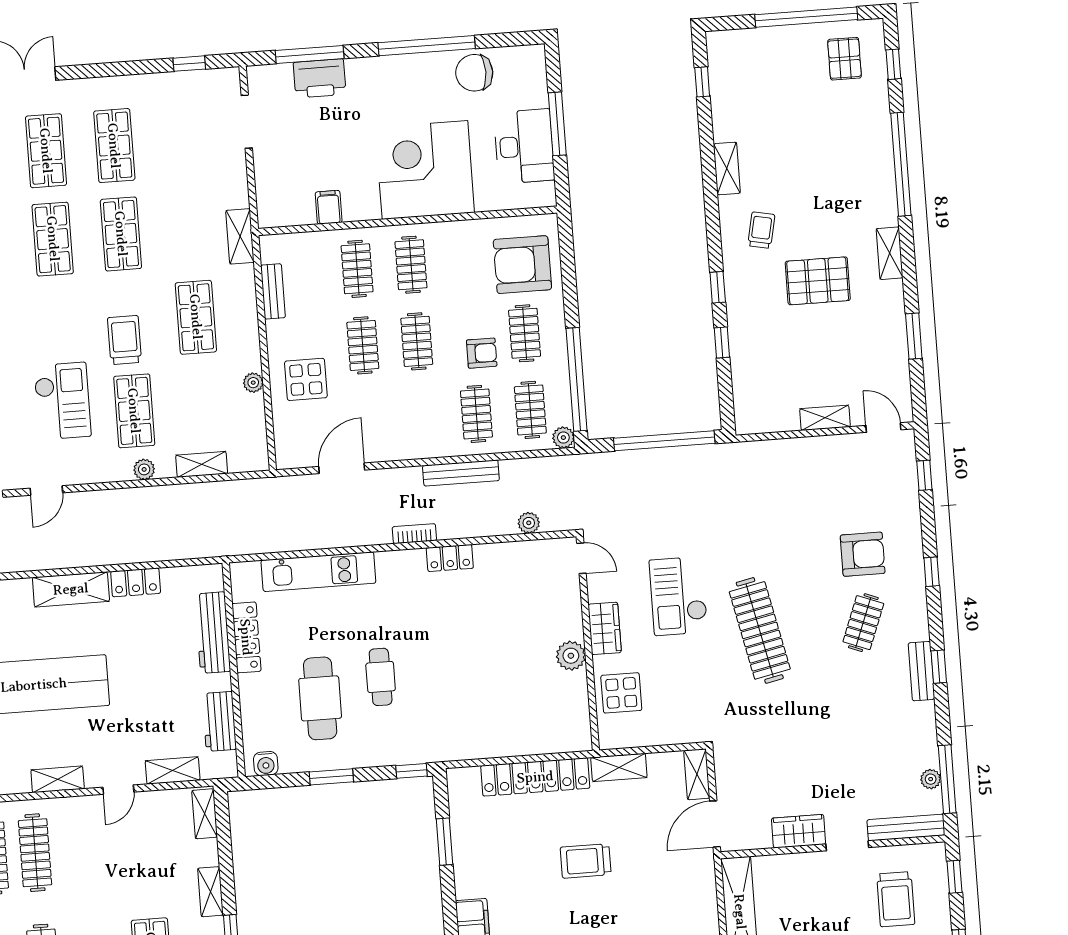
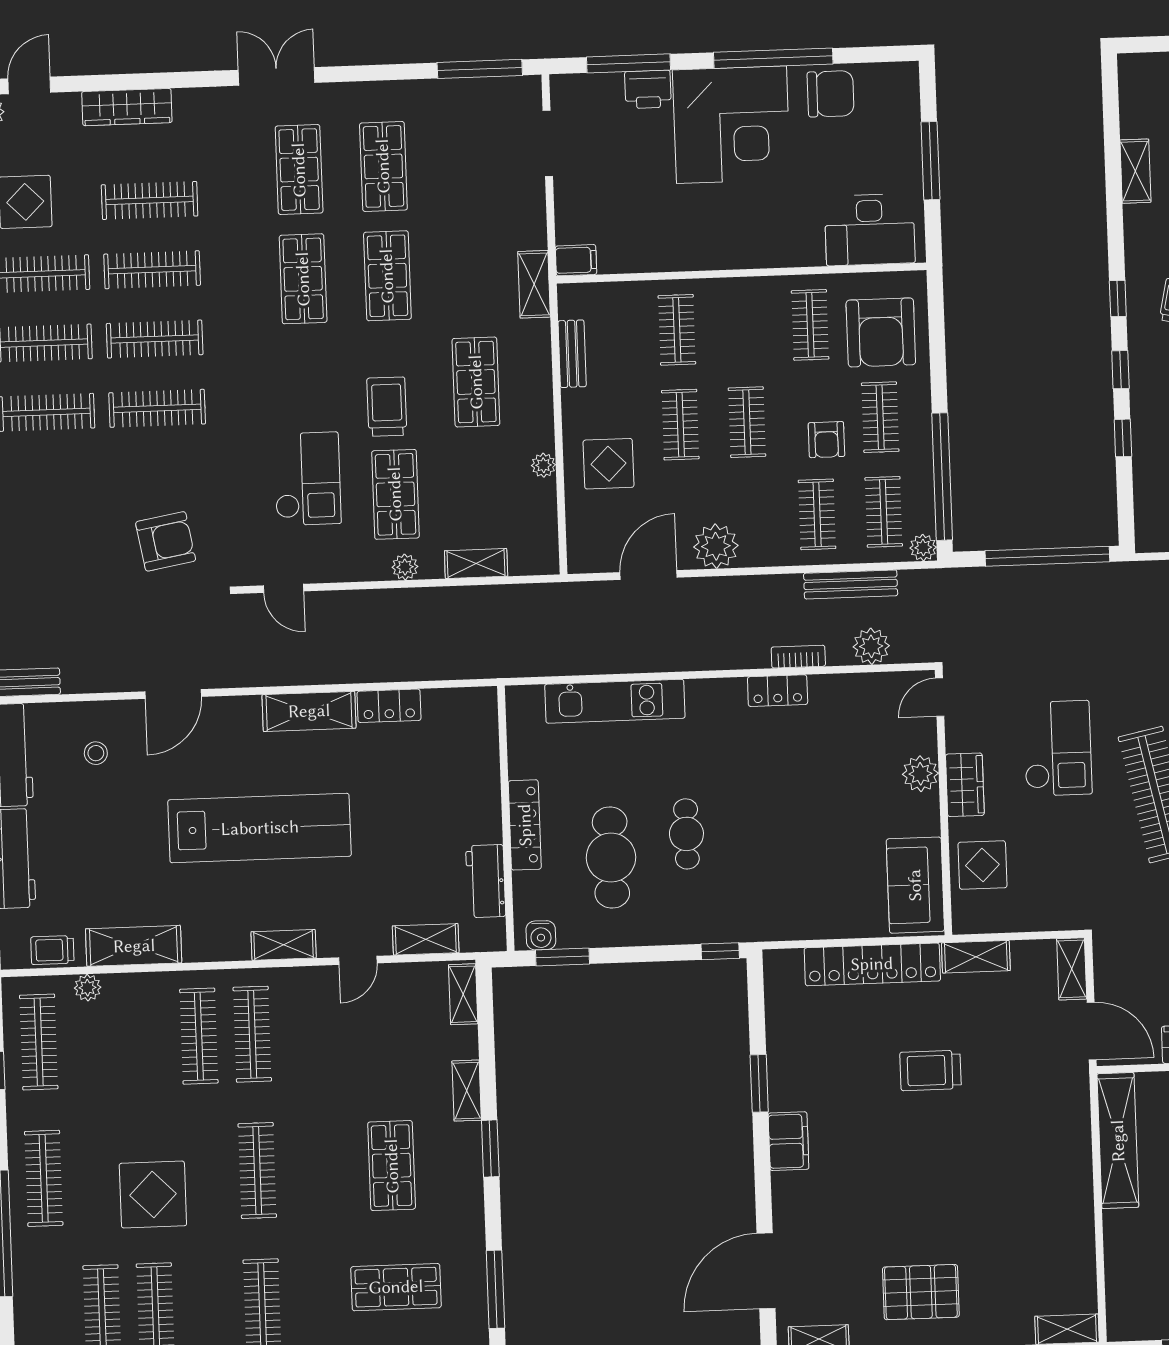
window: (189, 64) -> (480, 69), width x2.17
chair: (474, 73) -> (831, 94), turned 180
printer: (320, 78) -> (648, 89), width x0.73, depth x0.84
window: (702, 82) -> (1118, 299), moved
desk: (524, 146) -> (870, 230), moved, turned 90
shelving: (727, 169) -> (1135, 171), moved
corner desk: (425, 170) -> (731, 125), moved, turned 180
filing cabinet: (329, 207) -> (576, 260), moved, turned 90
clothes rail: (411, 265) -> (810, 325), moved
armchair: (522, 265) -> (881, 332), turned -90
armchair: (482, 353) -> (826, 440), turned 90
plant: (395, 443) -> (716, 546), added
bench: (461, 473) -> (851, 584), moved
door: (46, 491) -> (283, 588), hinge flipped
plant: (529, 523) -> (871, 646), width x1.38, depth x1.38
bookcase: (414, 534) -> (798, 657), moved
door: (581, 558) -> (940, 697), swing flipped
checkout: (678, 596) -> (1057, 748), turned 180
workbench: (213, 633) -> (482, 771), removed
locker: (246, 637) -> (525, 825), moved
plant: (571, 656) -> (920, 774), moved
sofa: (568, 711) -> (915, 885), added
window: (331, 777) -> (563, 957), moved
door: (715, 824) -> (1092, 1031), swing flipped
window: (445, 842) -> (759, 1083), moved

